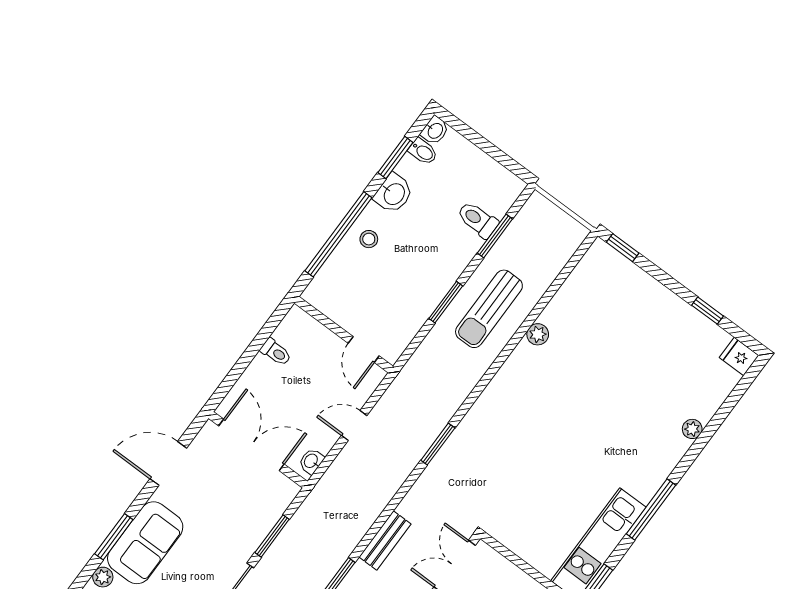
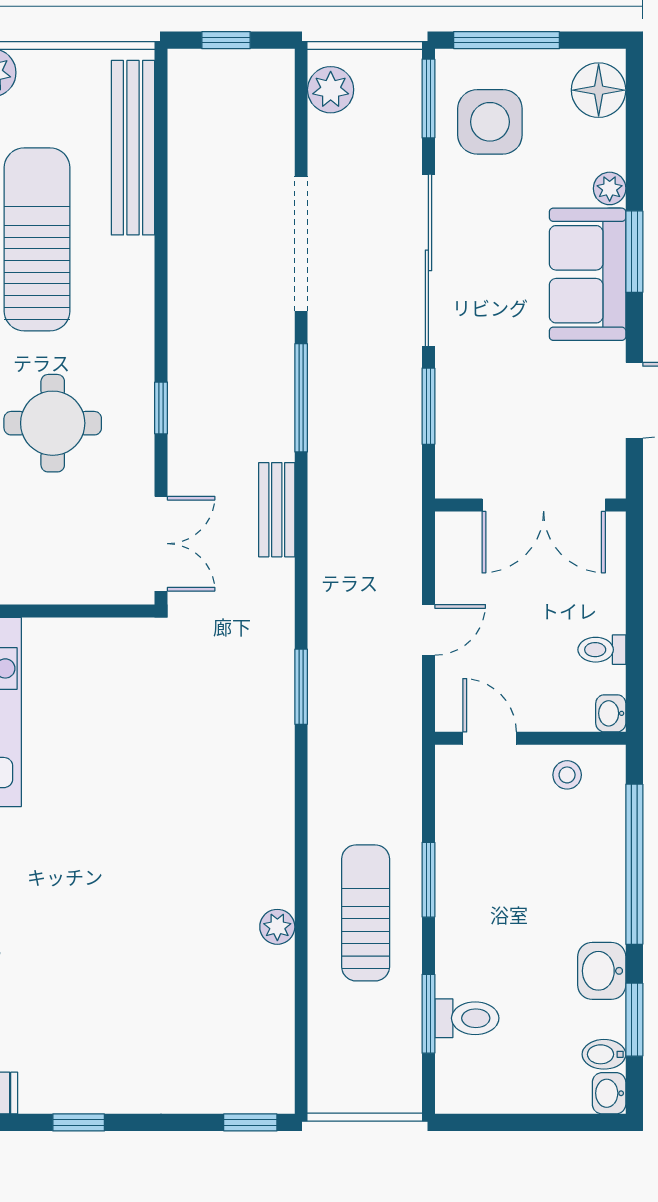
stool: (369, 239) -> (567, 775), moved
washbasin: (311, 461) -> (611, 713), moved, turned 180

